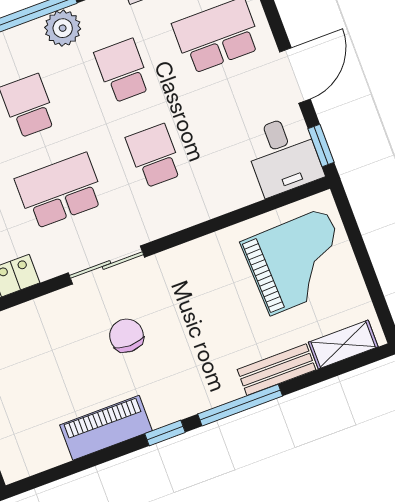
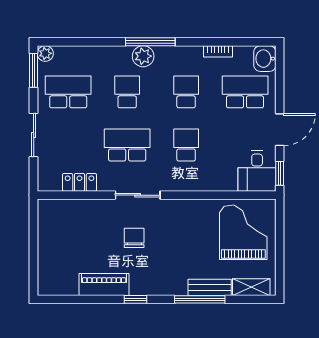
plant: (63, 28) -> (143, 56), moved
grand piano: (298, 261) -> (243, 232), turned -88
window: (240, 405) -> (200, 299), moved

